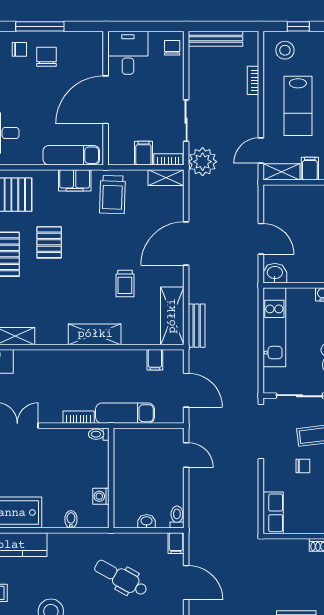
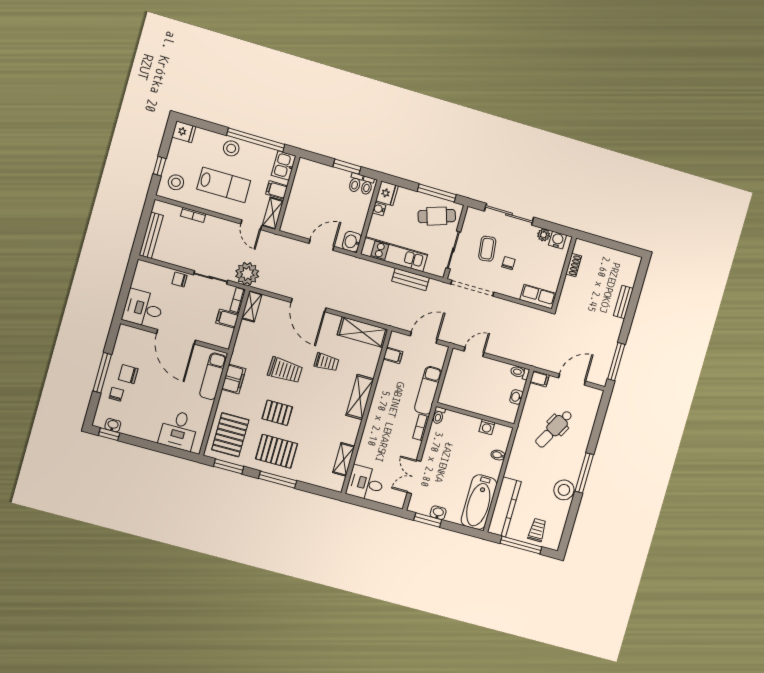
chair: (172, 48) -> (179, 280), moved
trolley: (112, 195) -> (285, 370), moved
bench: (197, 326) -> (411, 279), moved

